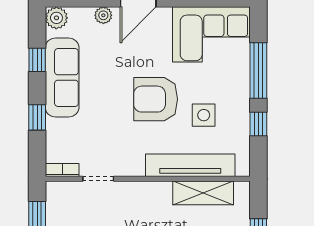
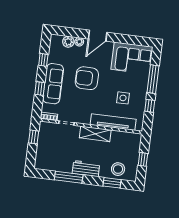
plant: (56, 18) -> (68, 42), moved
sofa: (62, 78) -> (53, 84), moved
armchair: (156, 99) -> (87, 78), moved
shelving: (203, 193) -> (95, 134), moved

